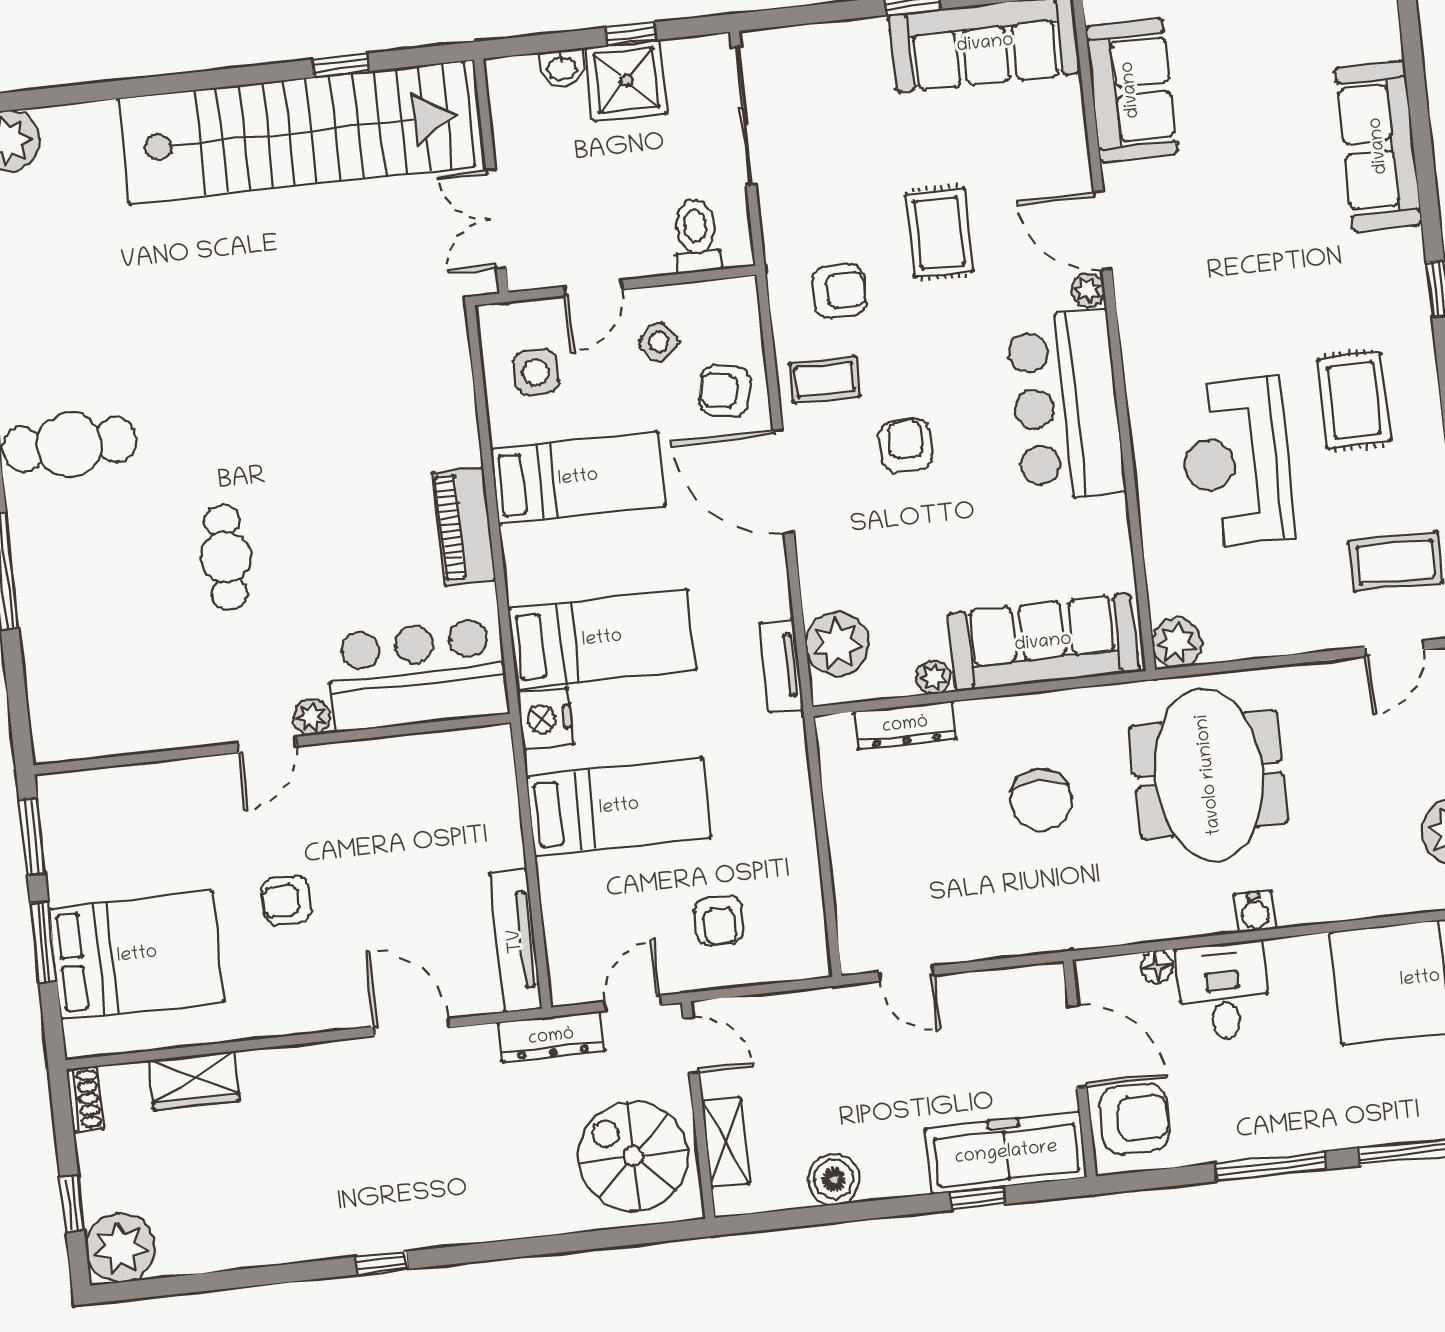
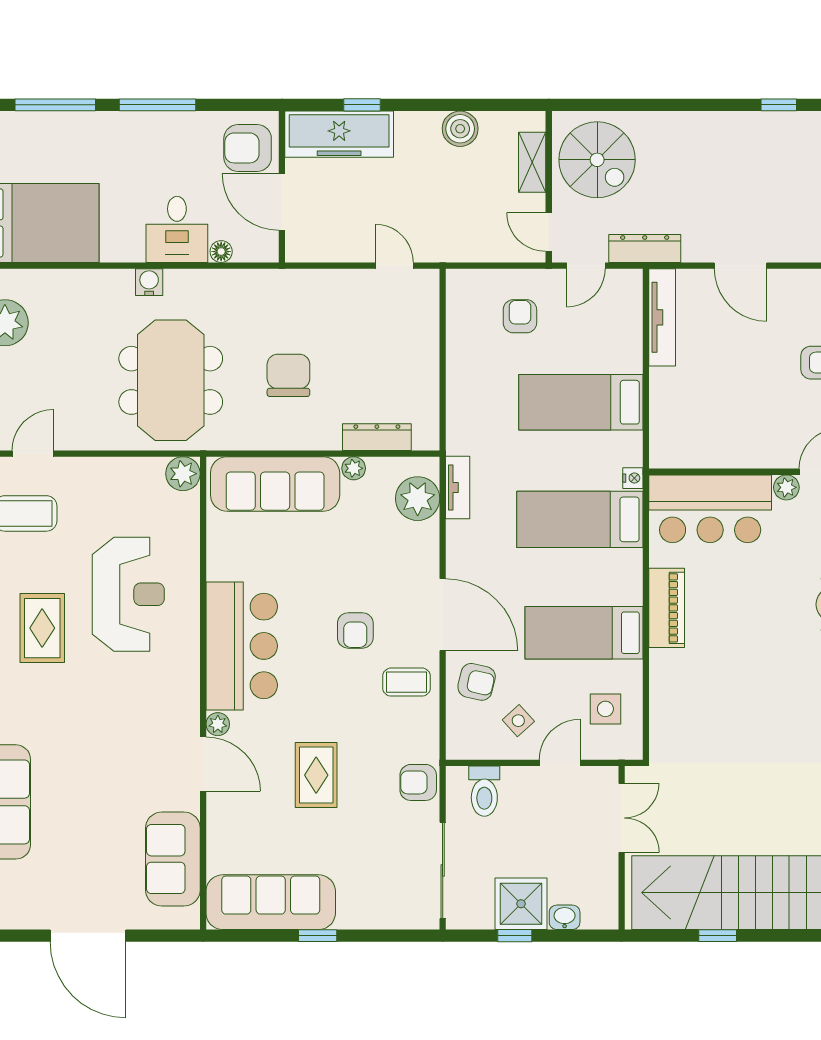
armchair: (839, 291) -> (418, 782), moved
nightstand: (545, 719) -> (633, 478), width x0.53, depth x0.56

